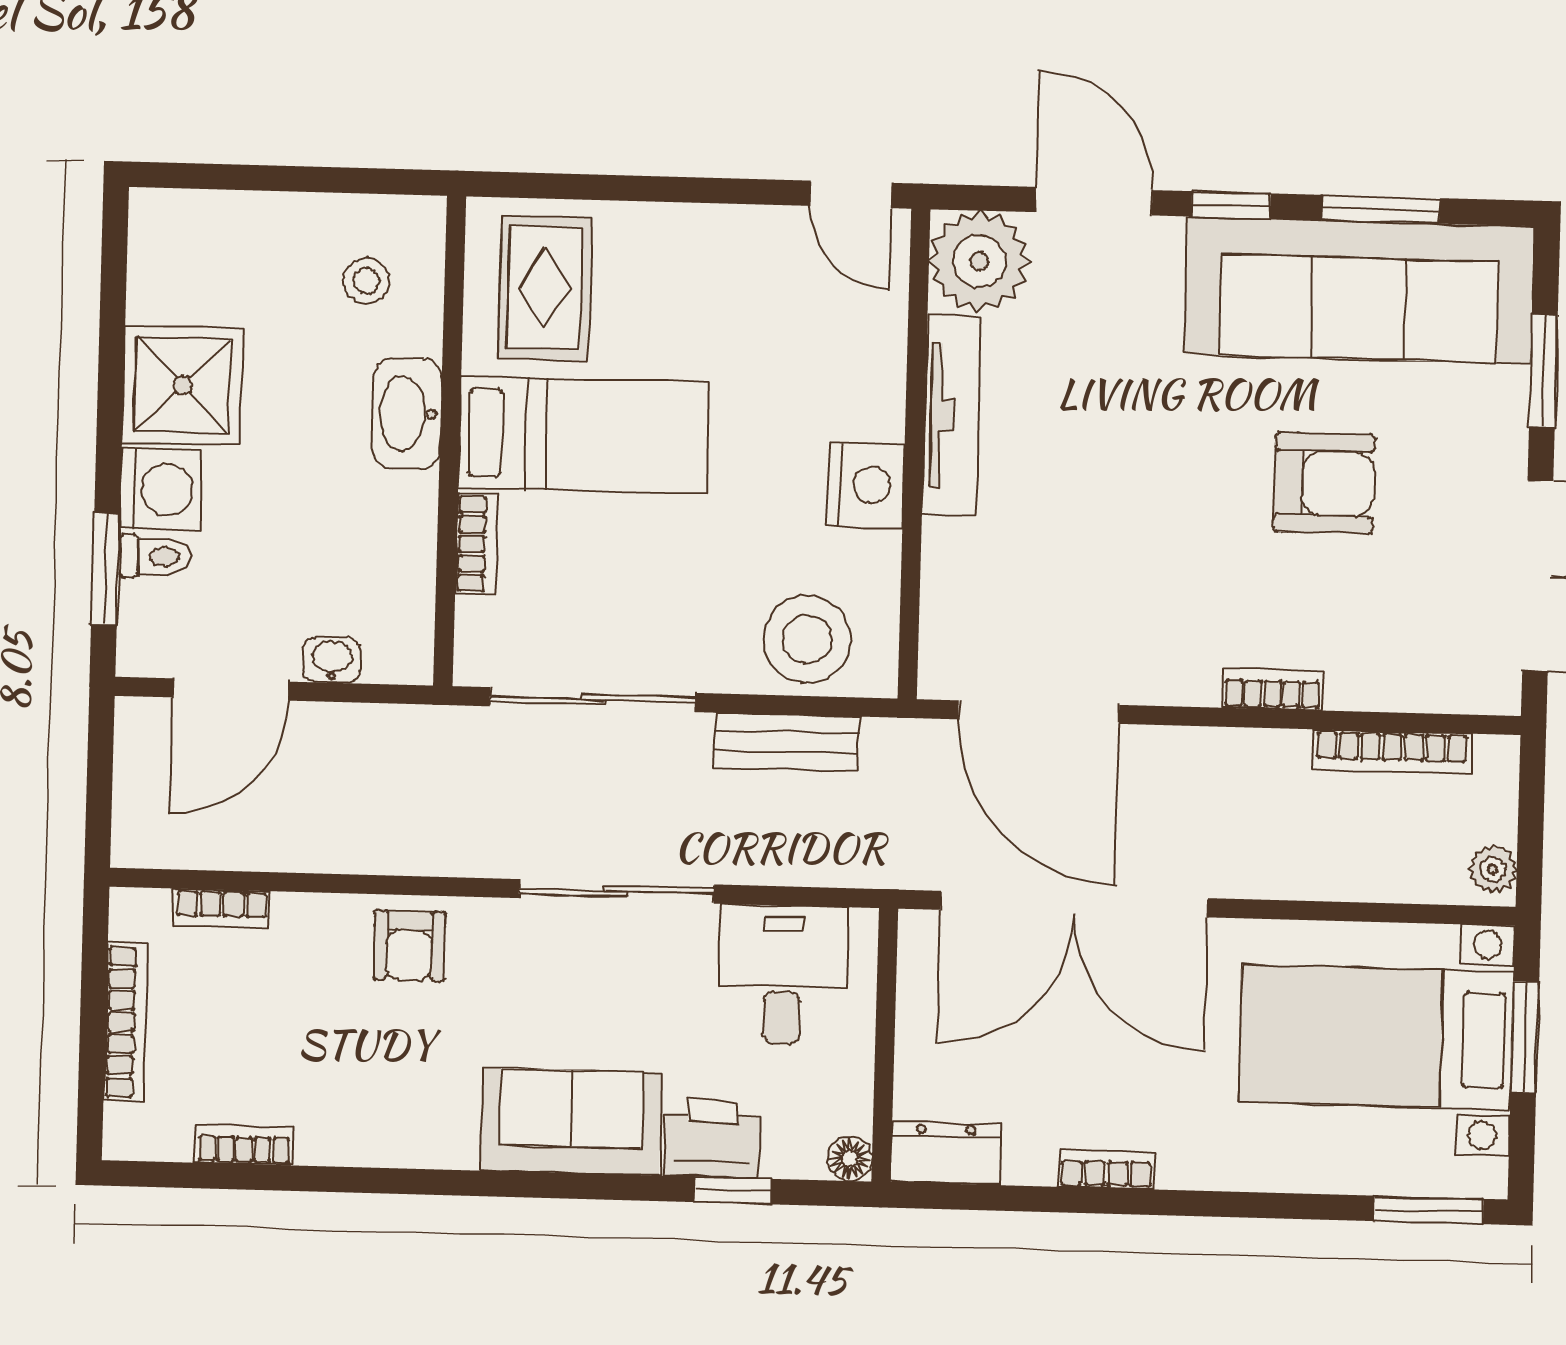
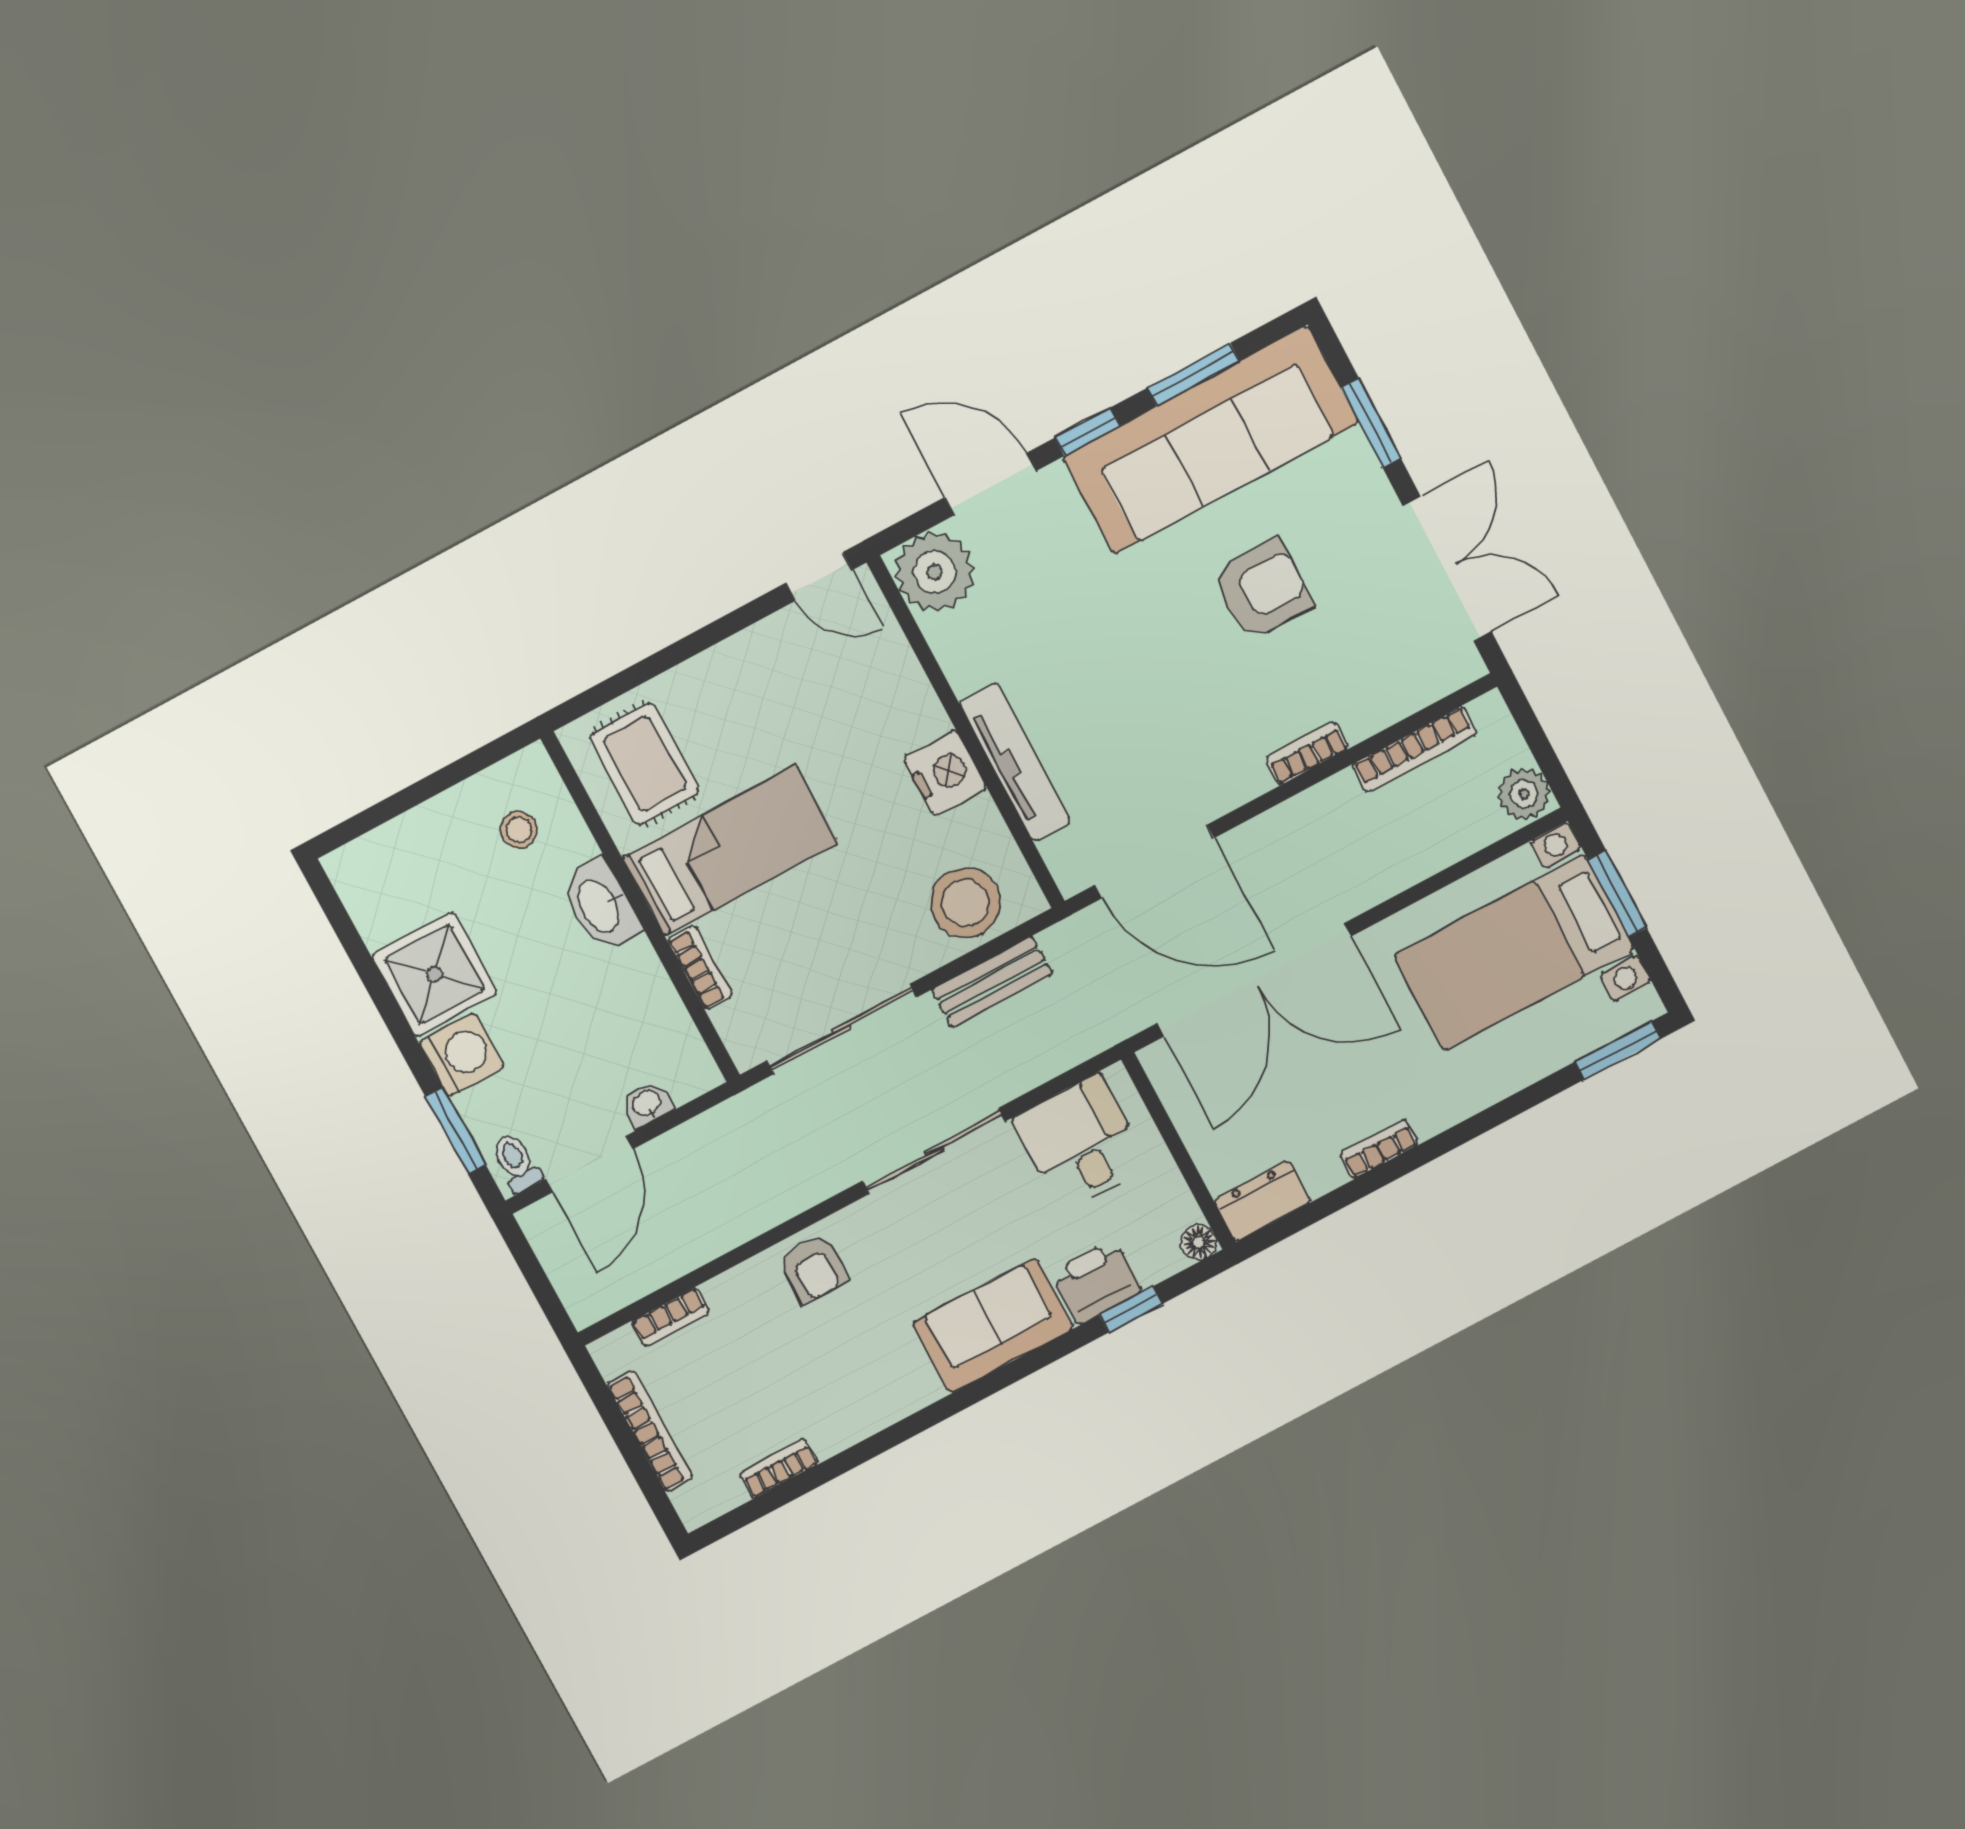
tv unit: (952, 416) -> (1015, 762), moved
toilet: (154, 556) -> (516, 1163), moved, turned -90
plant: (1493, 869) -> (1524, 794), width x1.38, depth x1.38

